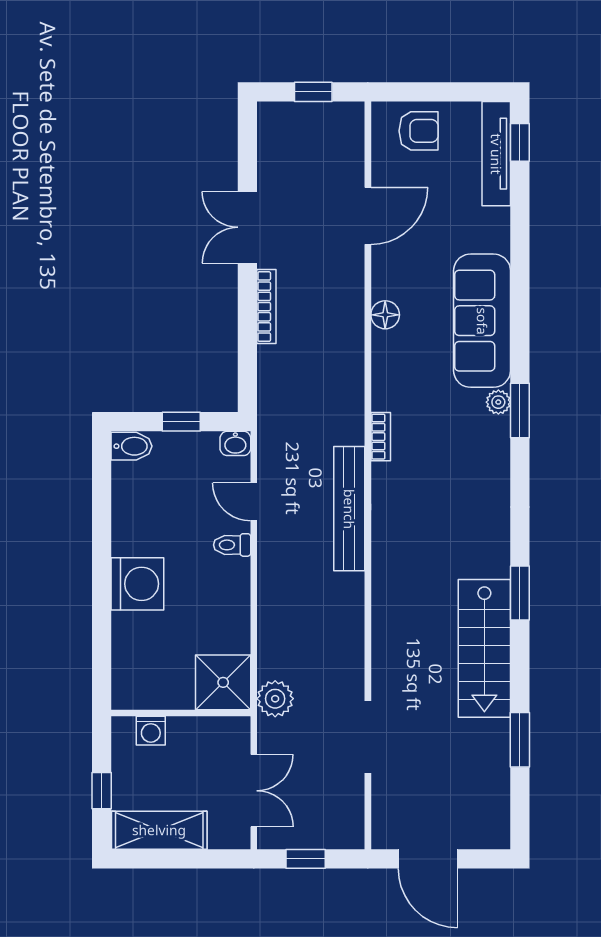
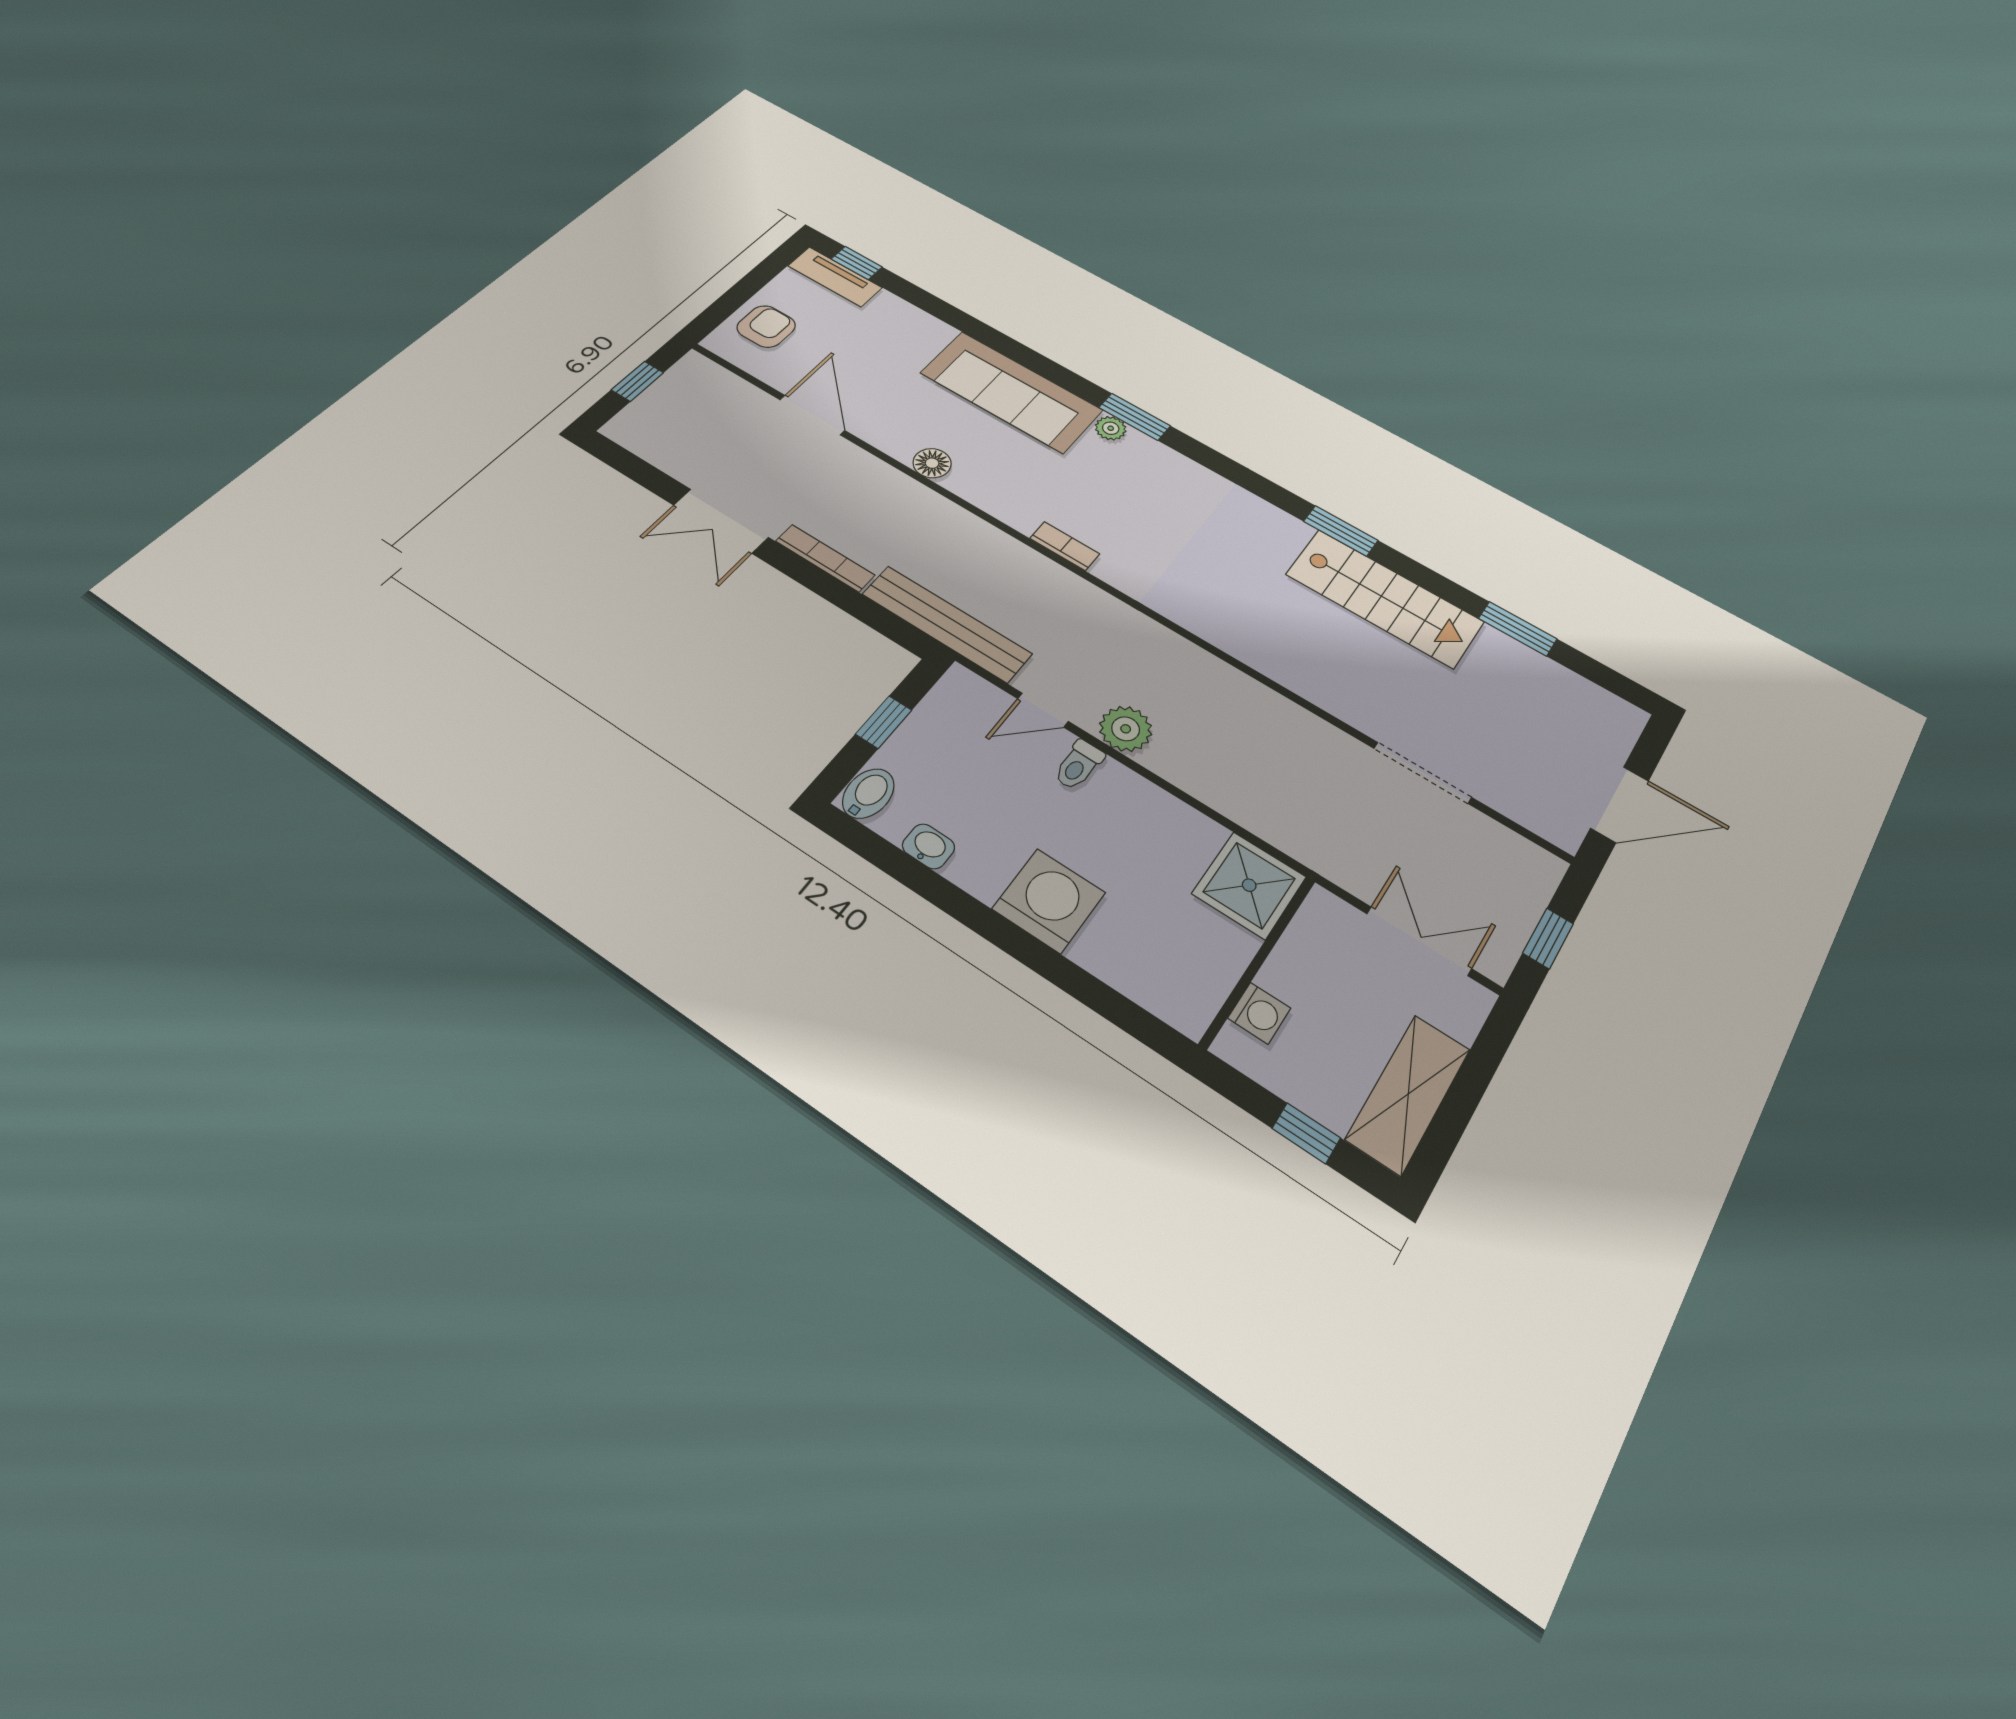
tv unit: (496, 154) -> (835, 277), width x0.71
washbasin: (235, 443) -> (928, 846), moved, turned -90
bench: (349, 509) -> (947, 624), moved
plant: (275, 699) -> (1126, 729), moved

